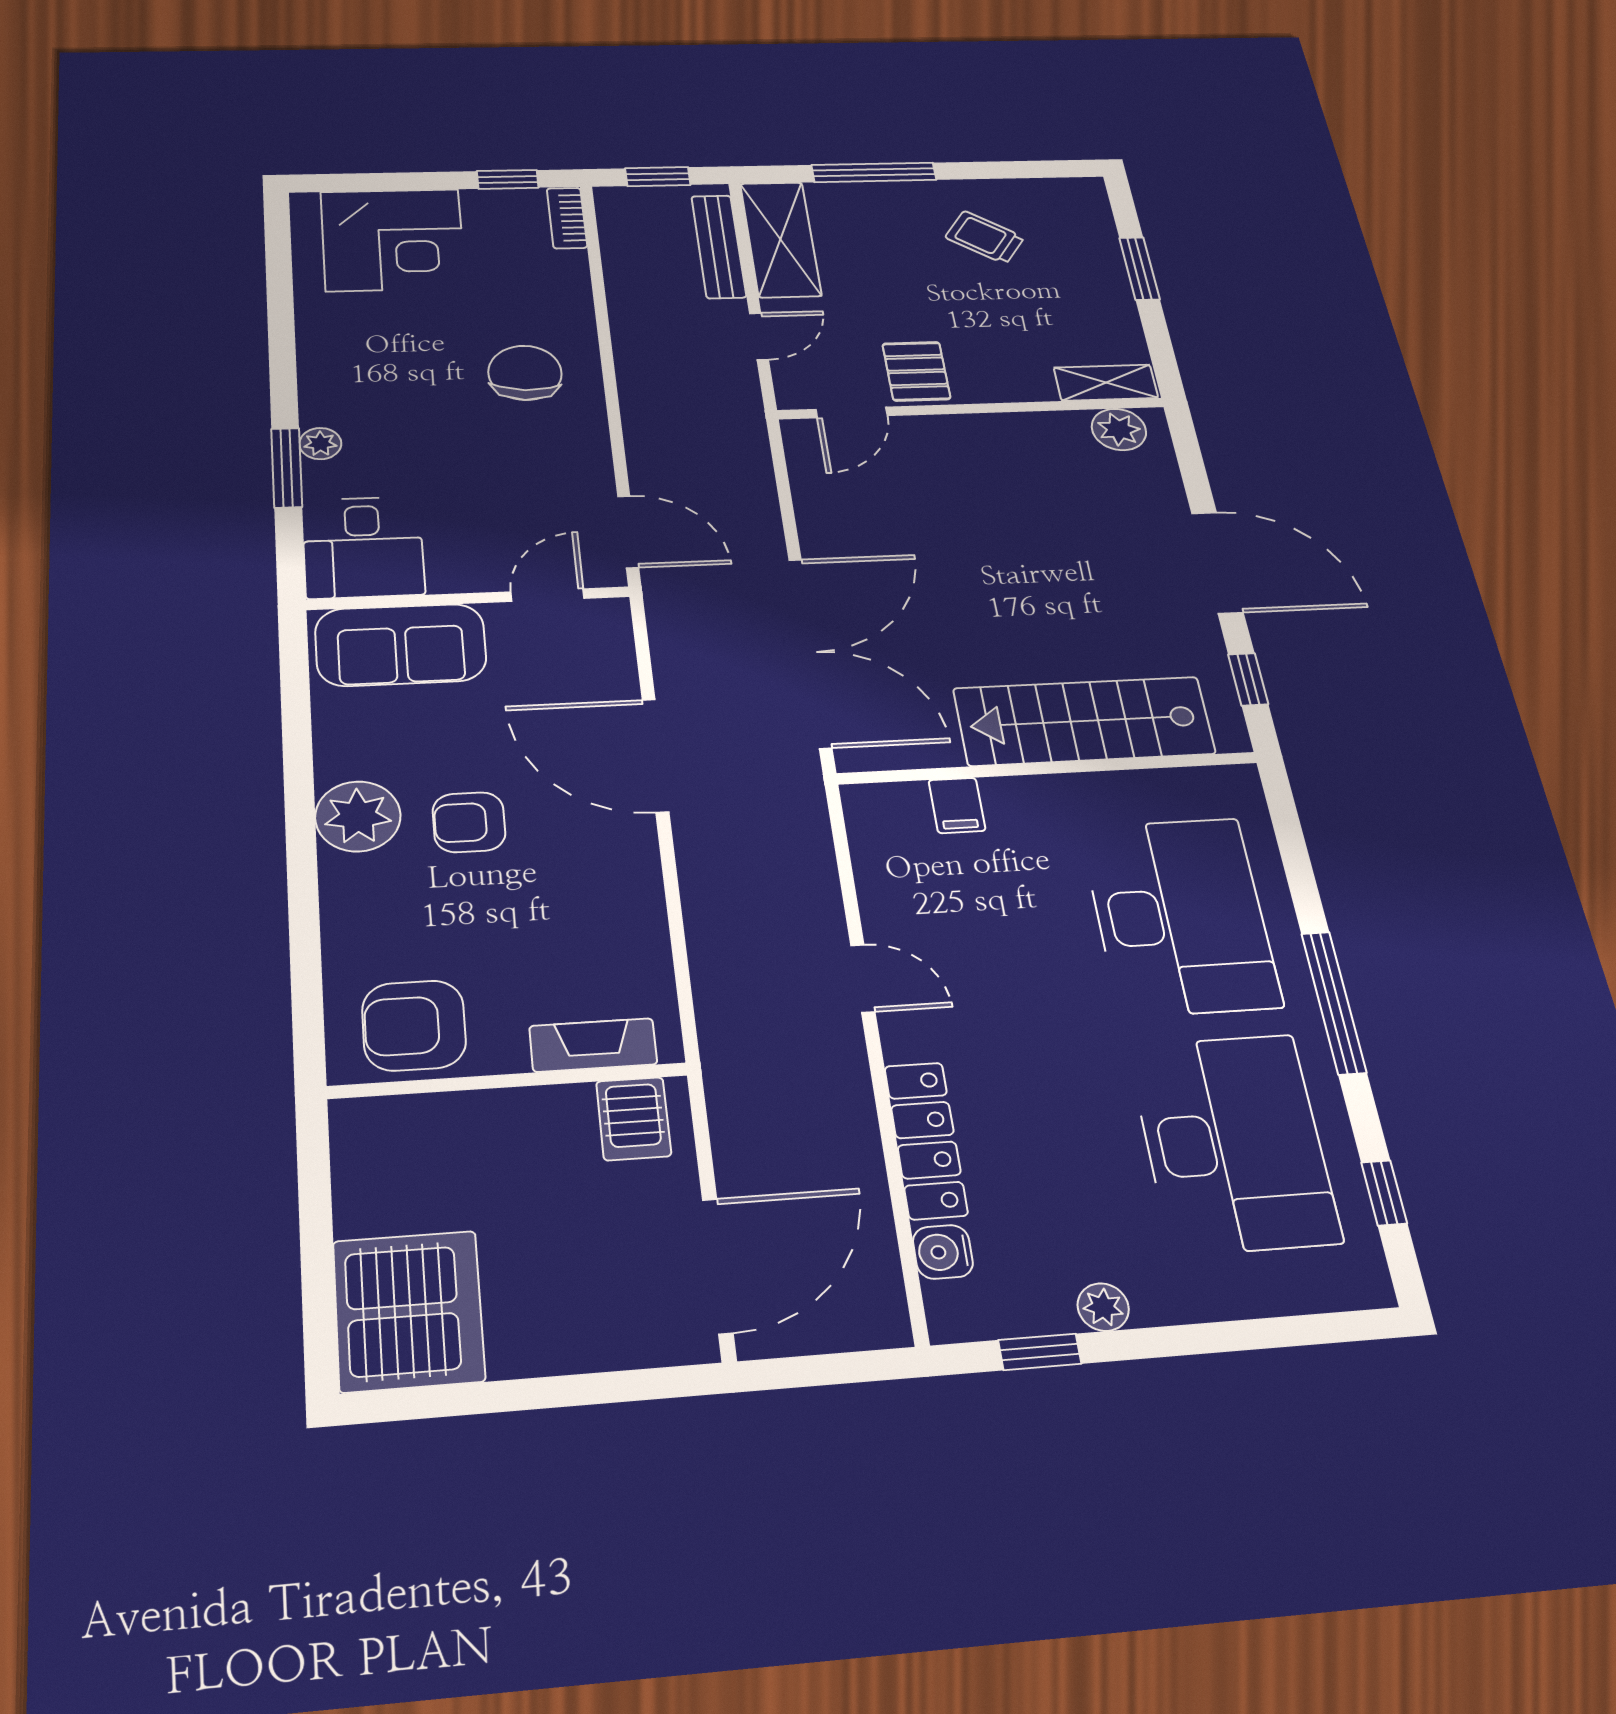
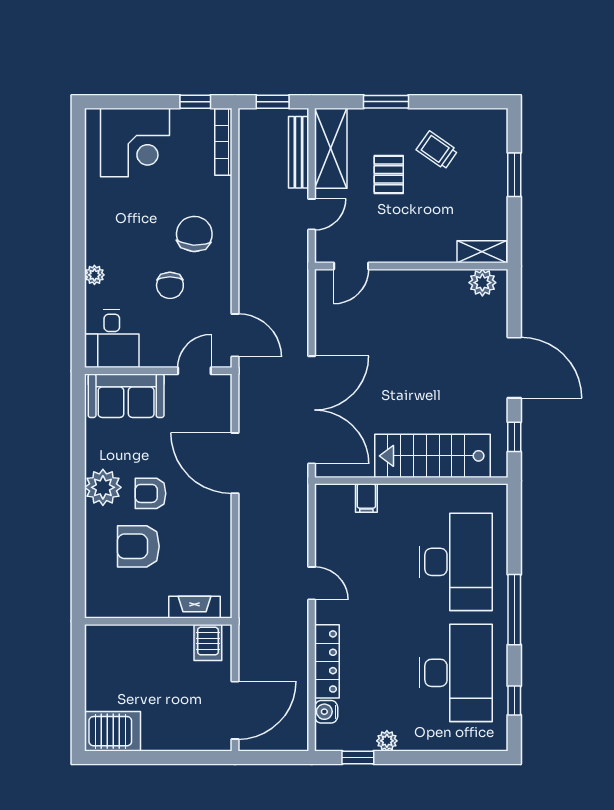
window: (874, 172) -> (386, 102), width x0.69
bookcase: (567, 218) -> (223, 142), width x1.56
pallet: (916, 371) -> (389, 174), moved
chair: (482, 455) -> (170, 285), added
window: (287, 468) -> (78, 289), removed
armchair: (414, 1025) -> (138, 546), moved
server rack: (408, 1311) -> (113, 731), width x0.63

